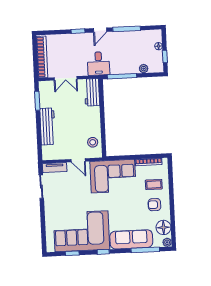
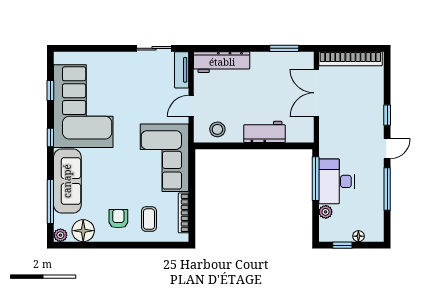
door: (100, 30) -> (387, 149), swing flipped
desk: (98, 64) -> (336, 181), moved, width x1.37
double door: (66, 78) -> (316, 93), width x1.37
workbench: (92, 92) -> (264, 132), moved
workbench: (48, 126) -> (222, 62), moved

